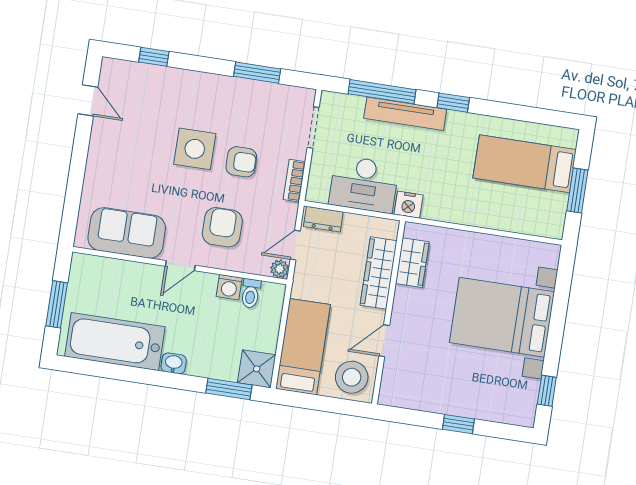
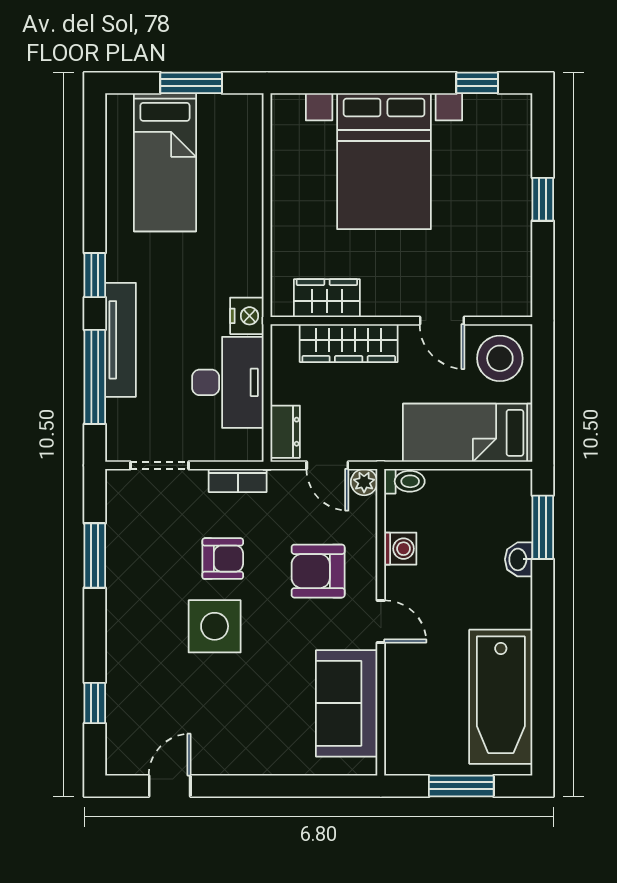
armchair: (241, 162) -> (223, 559), turned 90
toilet: (251, 293) -> (404, 481), moved
washbasin: (174, 363) -> (519, 559), moved
shower: (257, 369) -> (509, 493), removed

